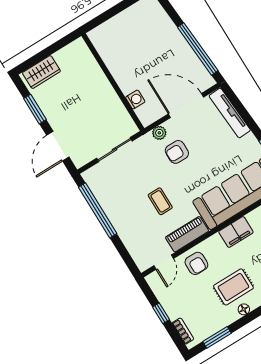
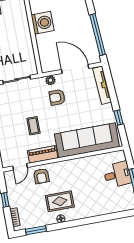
washing machine: (135, 100) -> (43, 23), moved, width x1.89, depth x1.89
filing cabinet: (236, 232) -> (76, 165), removed

